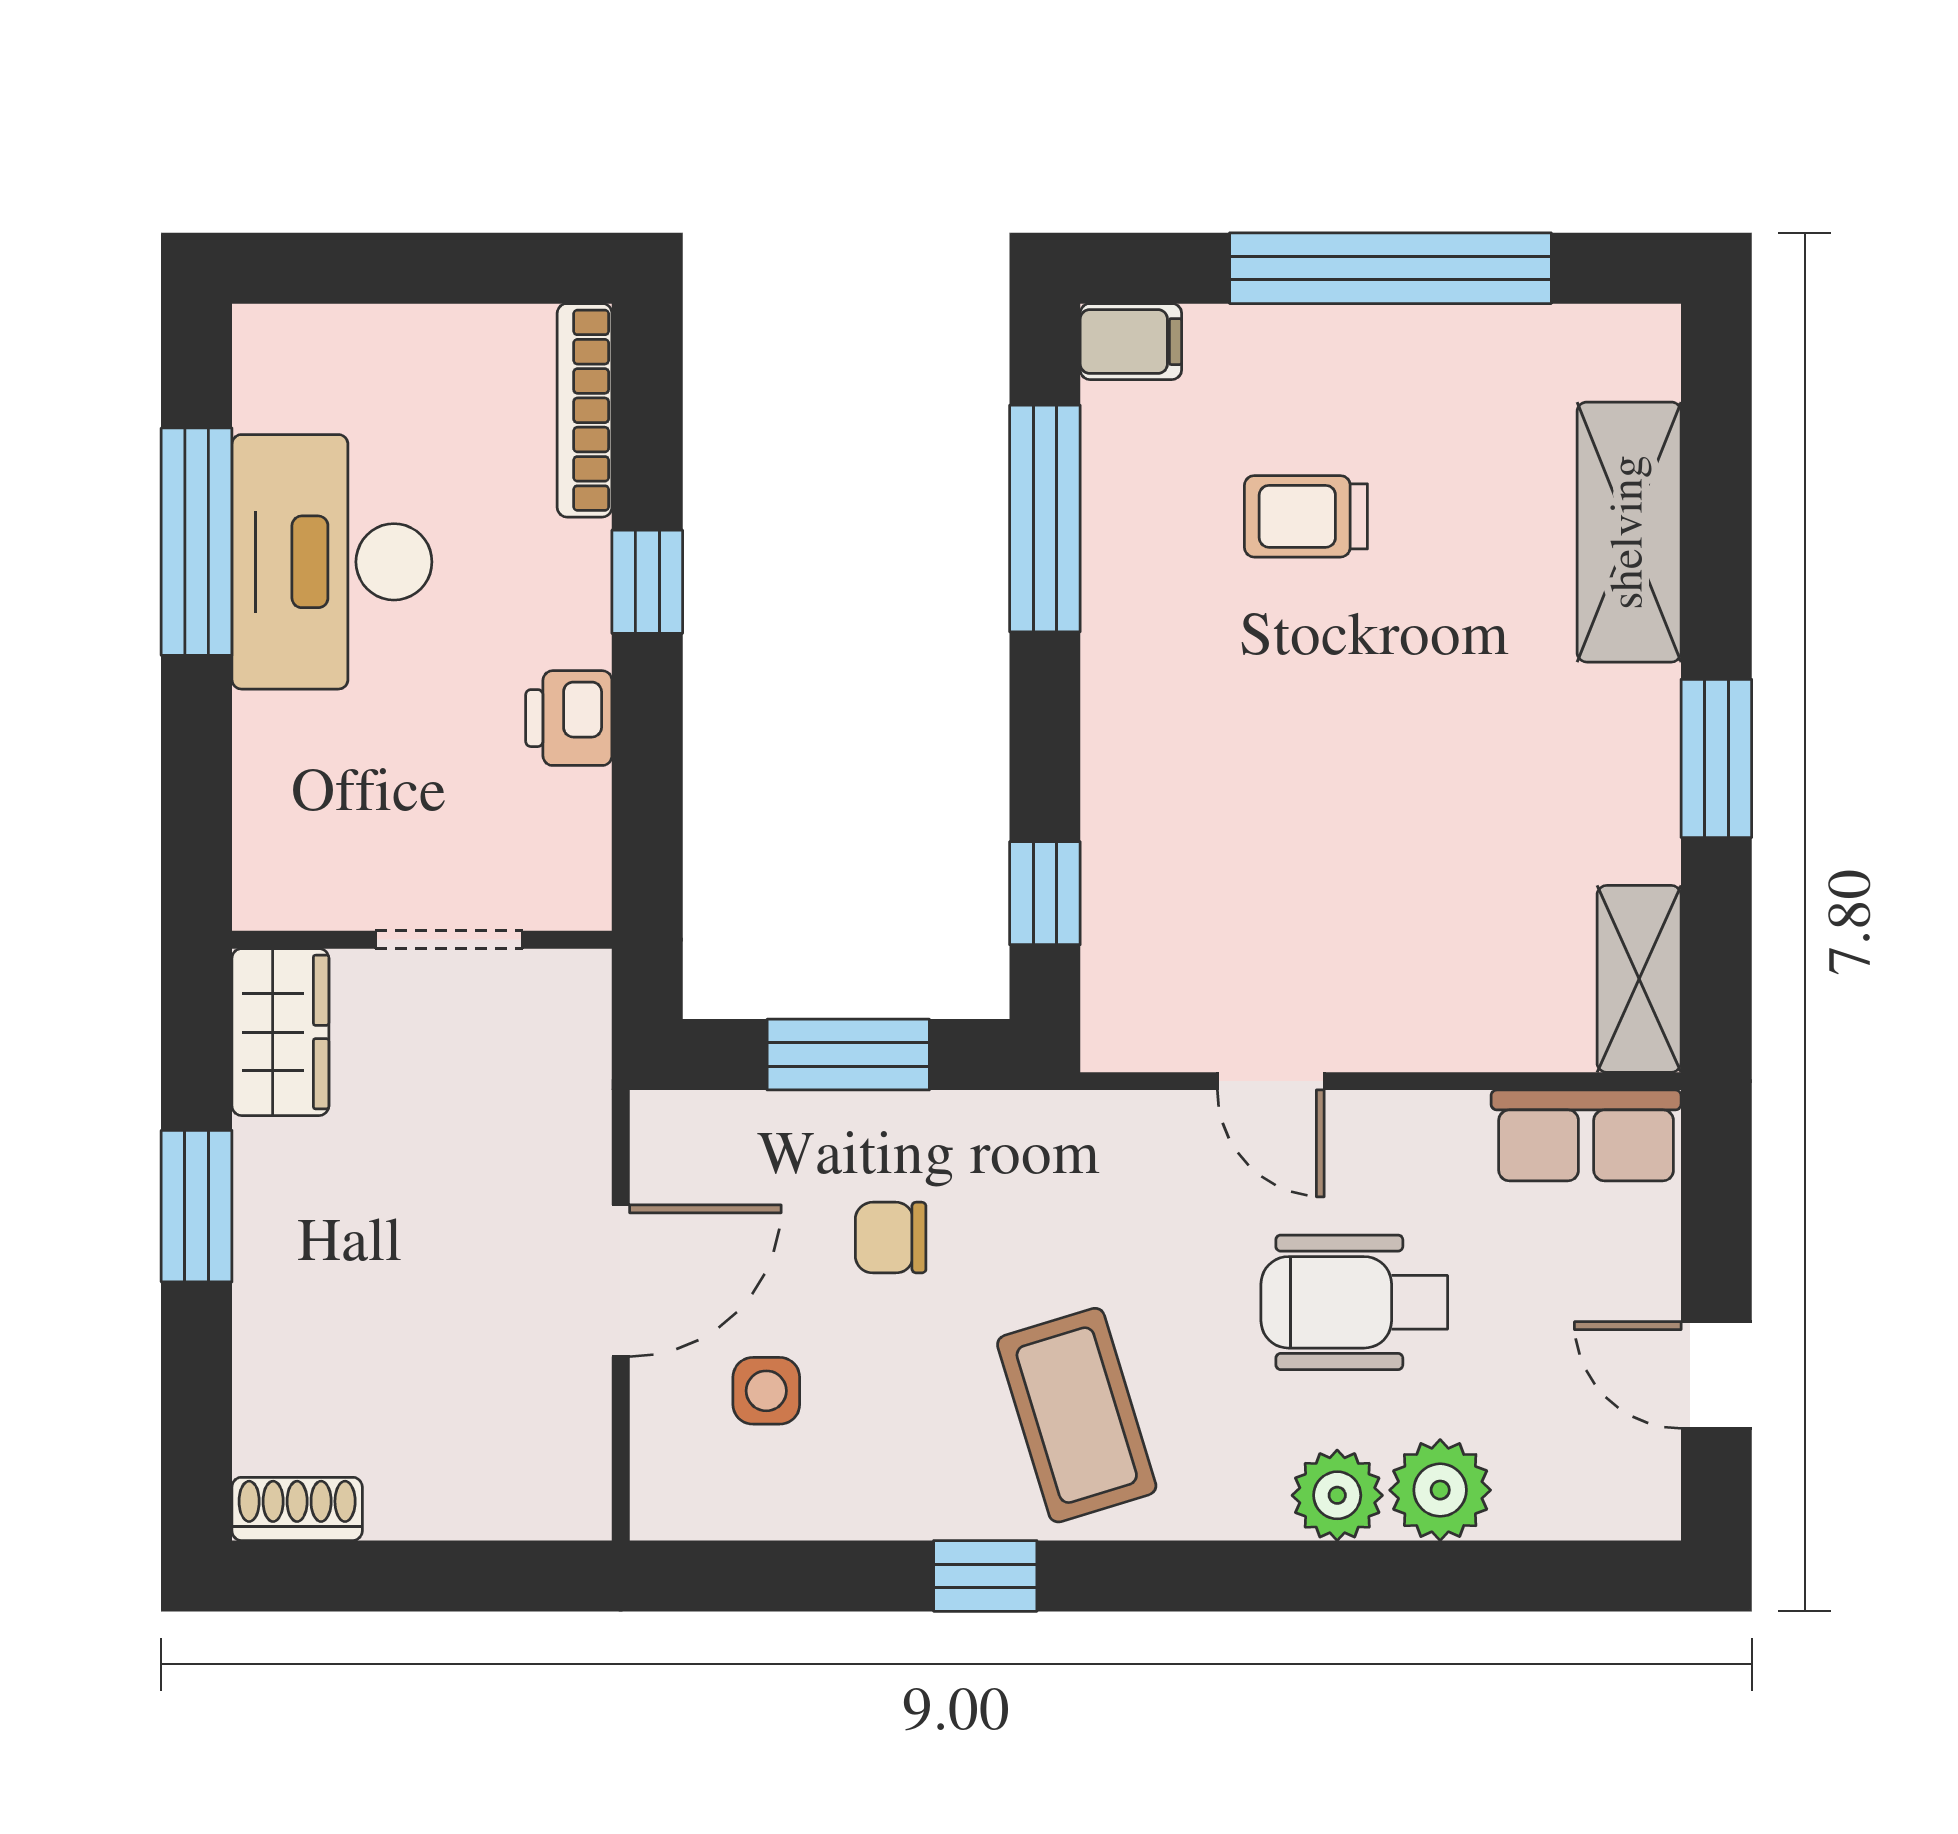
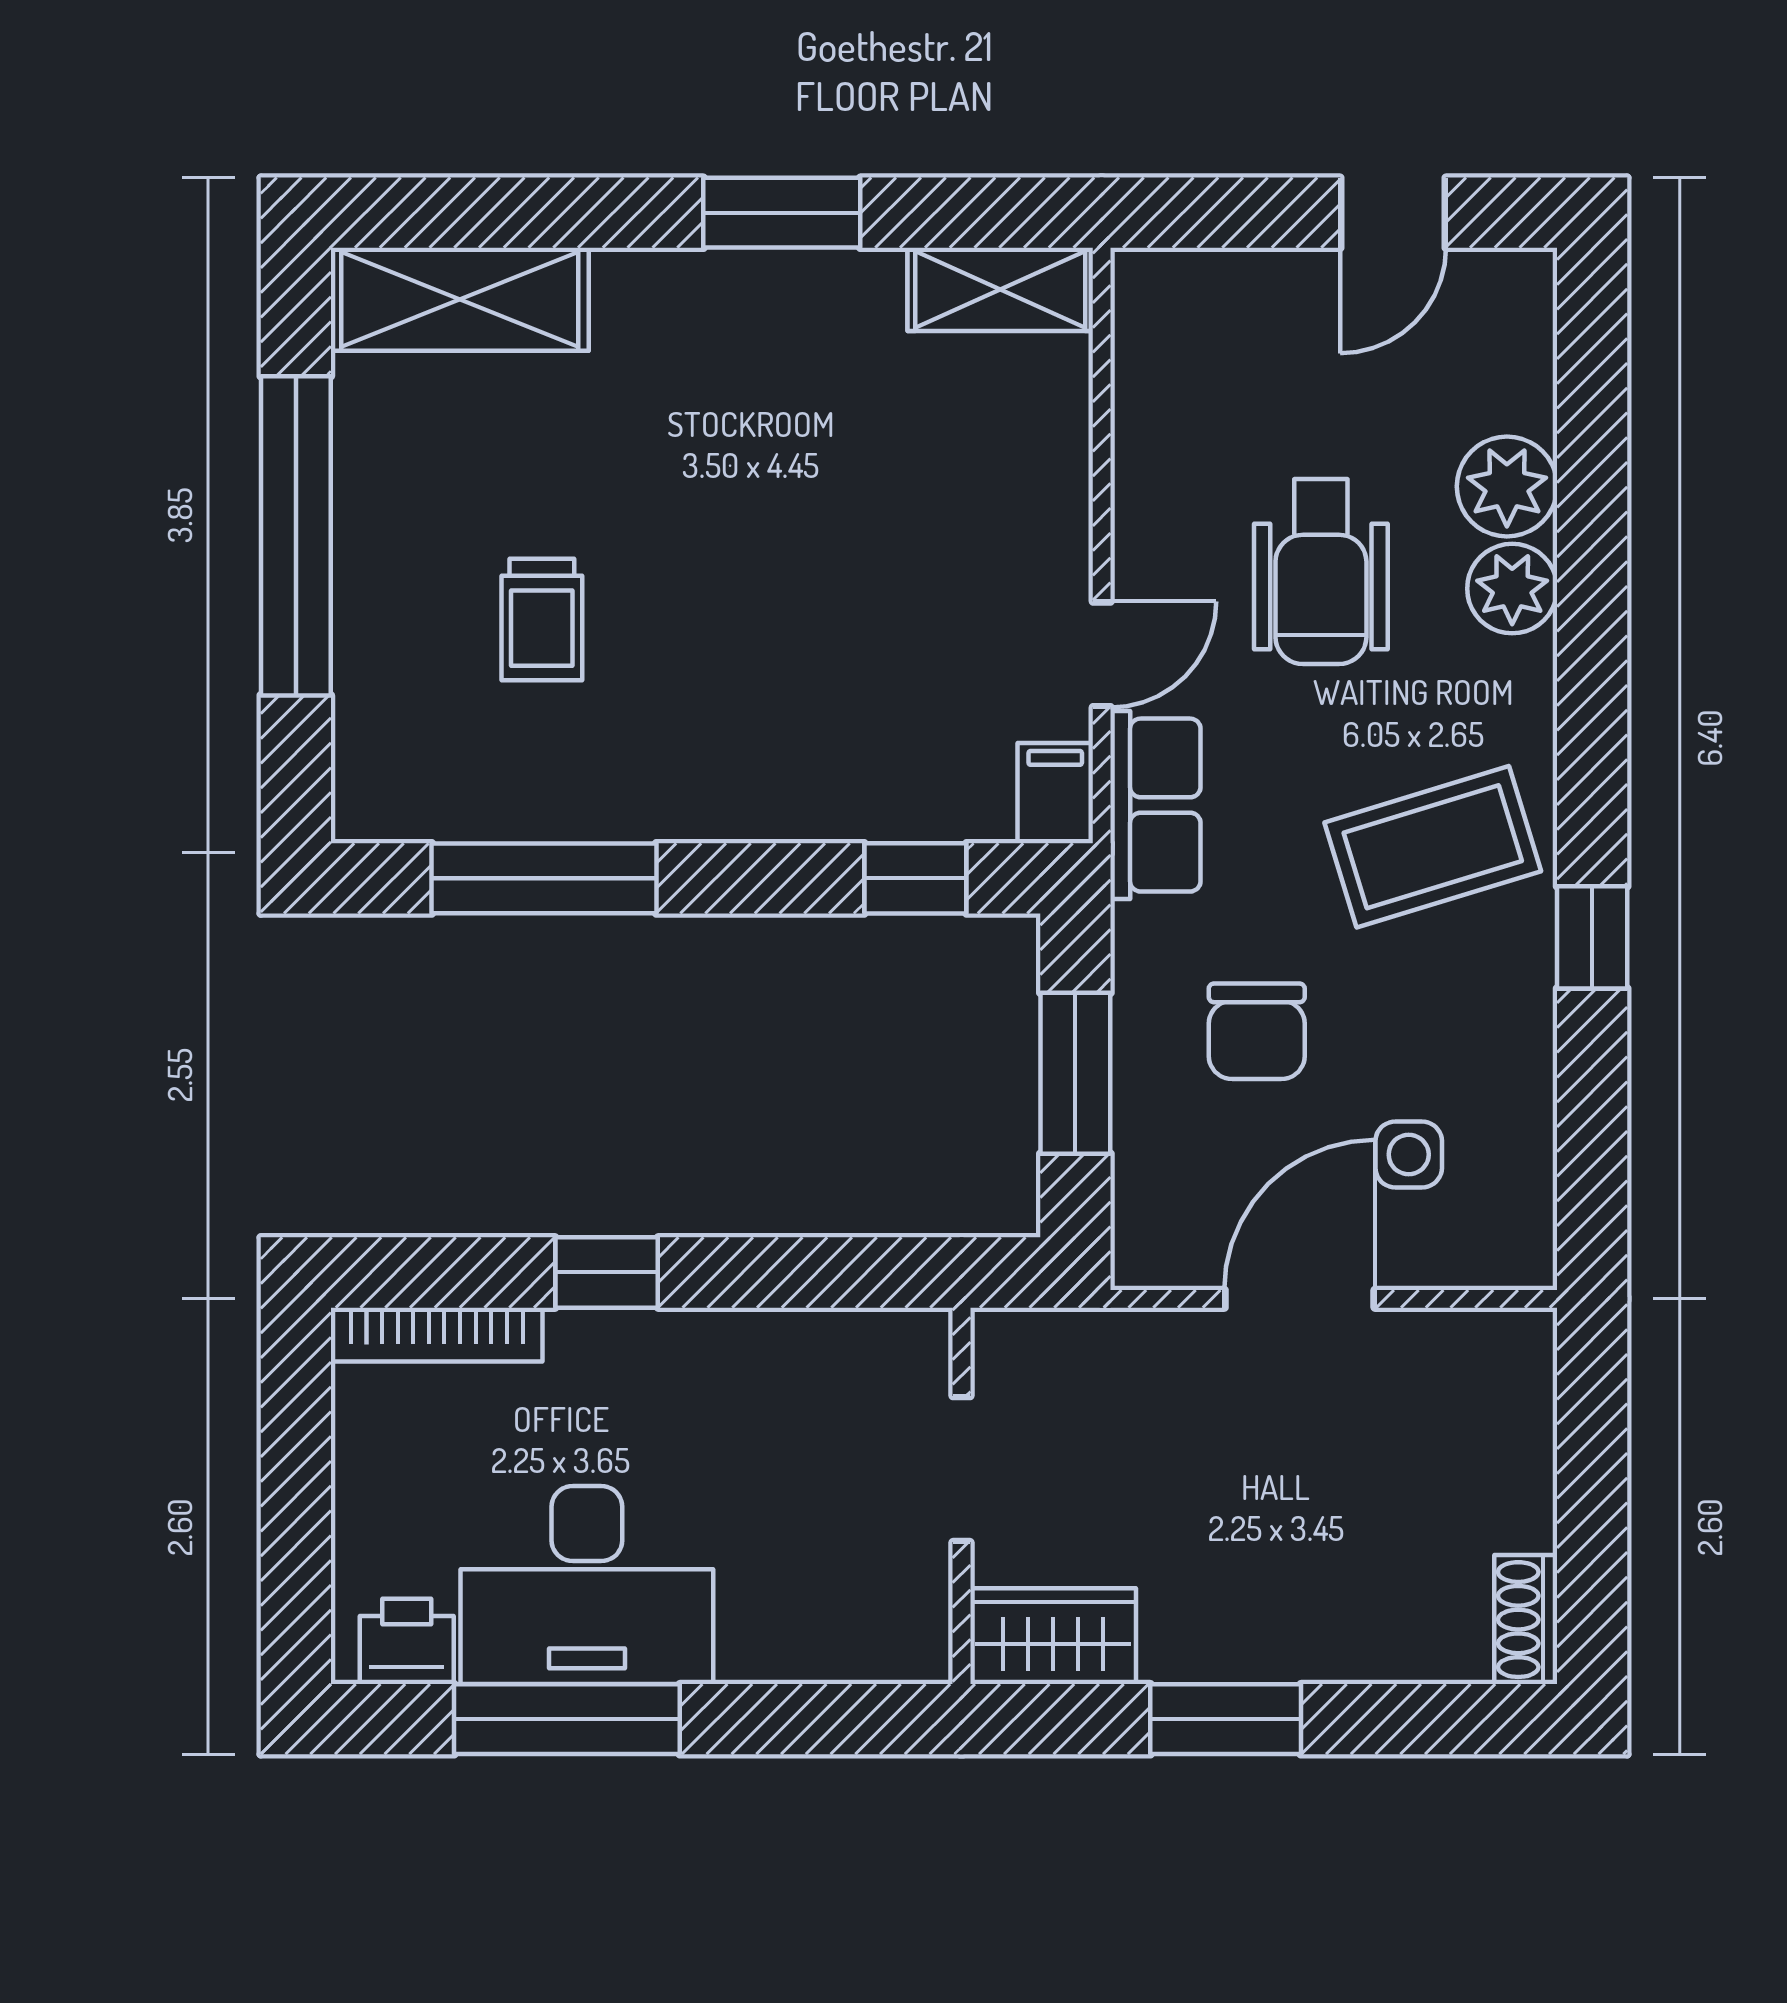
filing cabinet: (1131, 342) -> (1055, 793), moved
shelving: (1629, 532) -> (460, 299), moved
printer: (569, 718) -> (407, 1641), moved, turned 180
row of seats: (1586, 1135) -> (1155, 805), moved
chair: (891, 1238) -> (1257, 1031), width x1.37, depth x1.37
door: (621, 1281) -> (1300, 1299), hinge flipped

